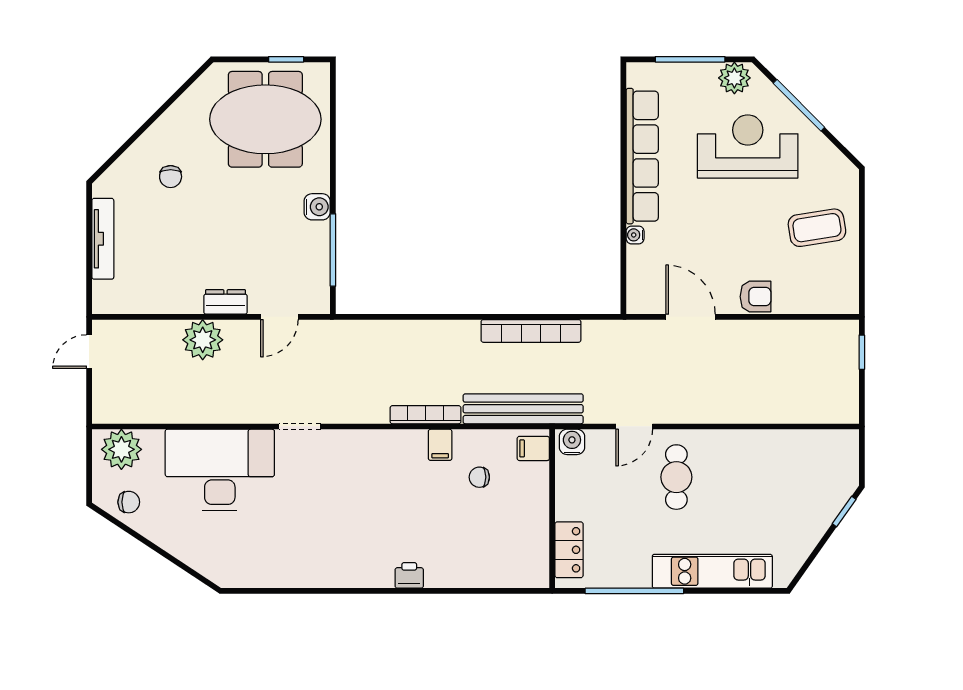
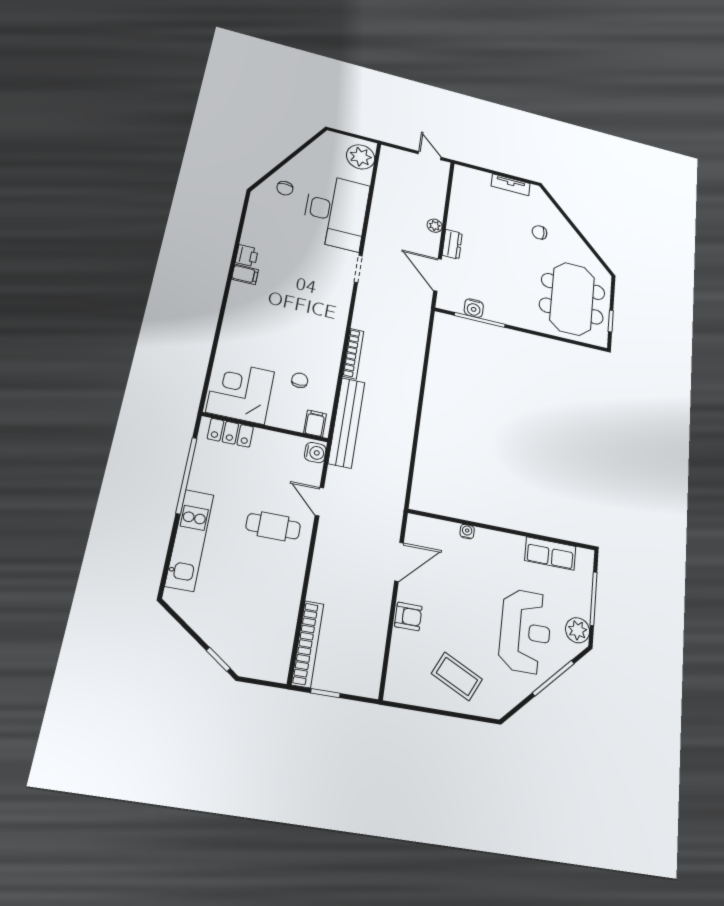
row of seats: (642, 156) -> (550, 554), width x0.50
water cooler: (317, 207) -> (474, 308), moved
coffee table: (817, 228) -> (457, 676), turned -55
tv unit: (103, 239) -> (511, 185), width x0.71
armchair: (756, 297) -> (408, 616), turned -90
door: (279, 317) -> (438, 275), width x1.38
bookcase: (531, 331) -> (308, 644), moved, turned 180
plant: (203, 340) -> (435, 226), width x0.53, depth x0.53
window: (862, 352) -> (325, 693), moved
filing cabinet: (440, 445) -> (245, 274), moved, turned 180
chair: (129, 502) -> (285, 188), moved
corner desk: (513, 548) -> (240, 392), added
printer: (409, 575) -> (247, 256), moved

